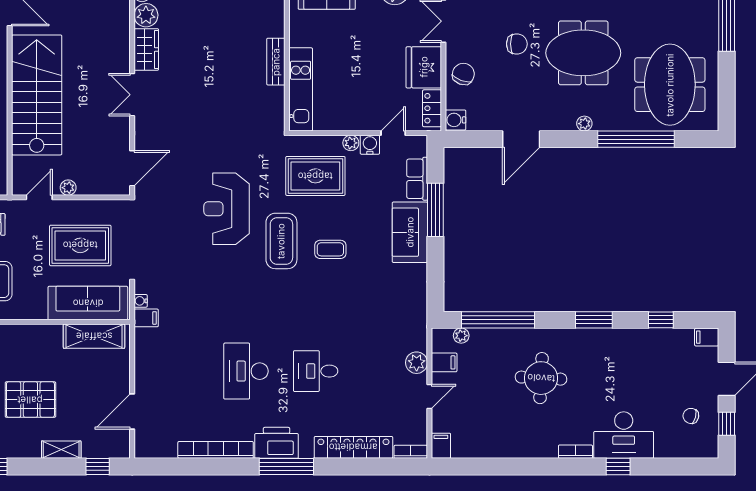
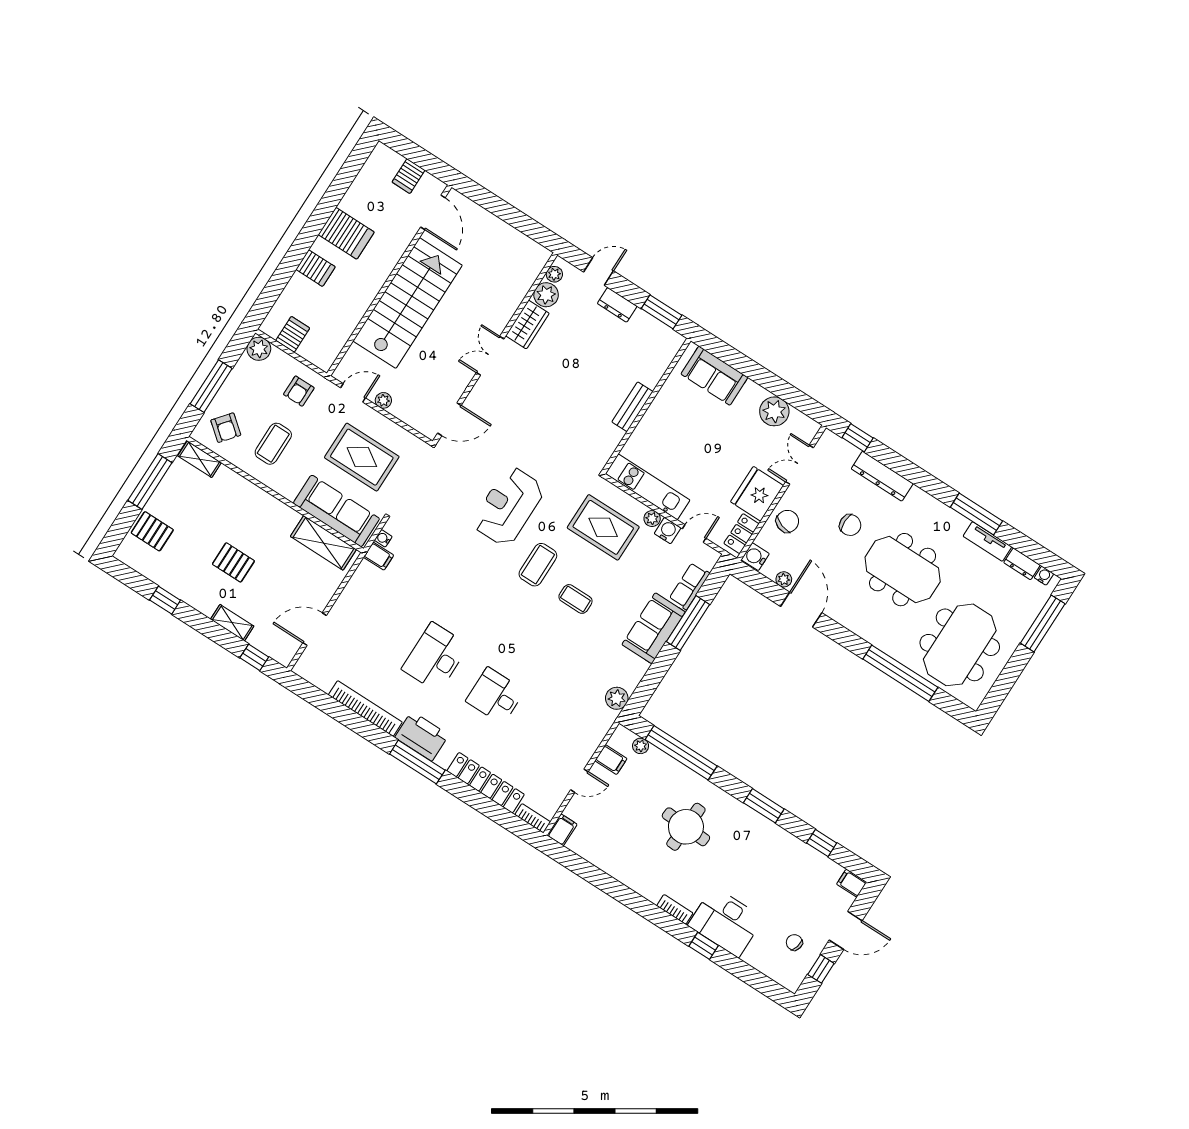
kitchen unit: (301, 89) -> (648, 487), moved, turned -90
plant: (584, 124) -> (784, 579), moved
door: (521, 139) -> (801, 610), swing flipped
coffee table: (281, 241) -> (538, 565), width x0.73, depth x0.76
plant: (417, 363) -> (617, 698), moved
pallet: (30, 400) -> (233, 562), width x0.67, depth x0.71

